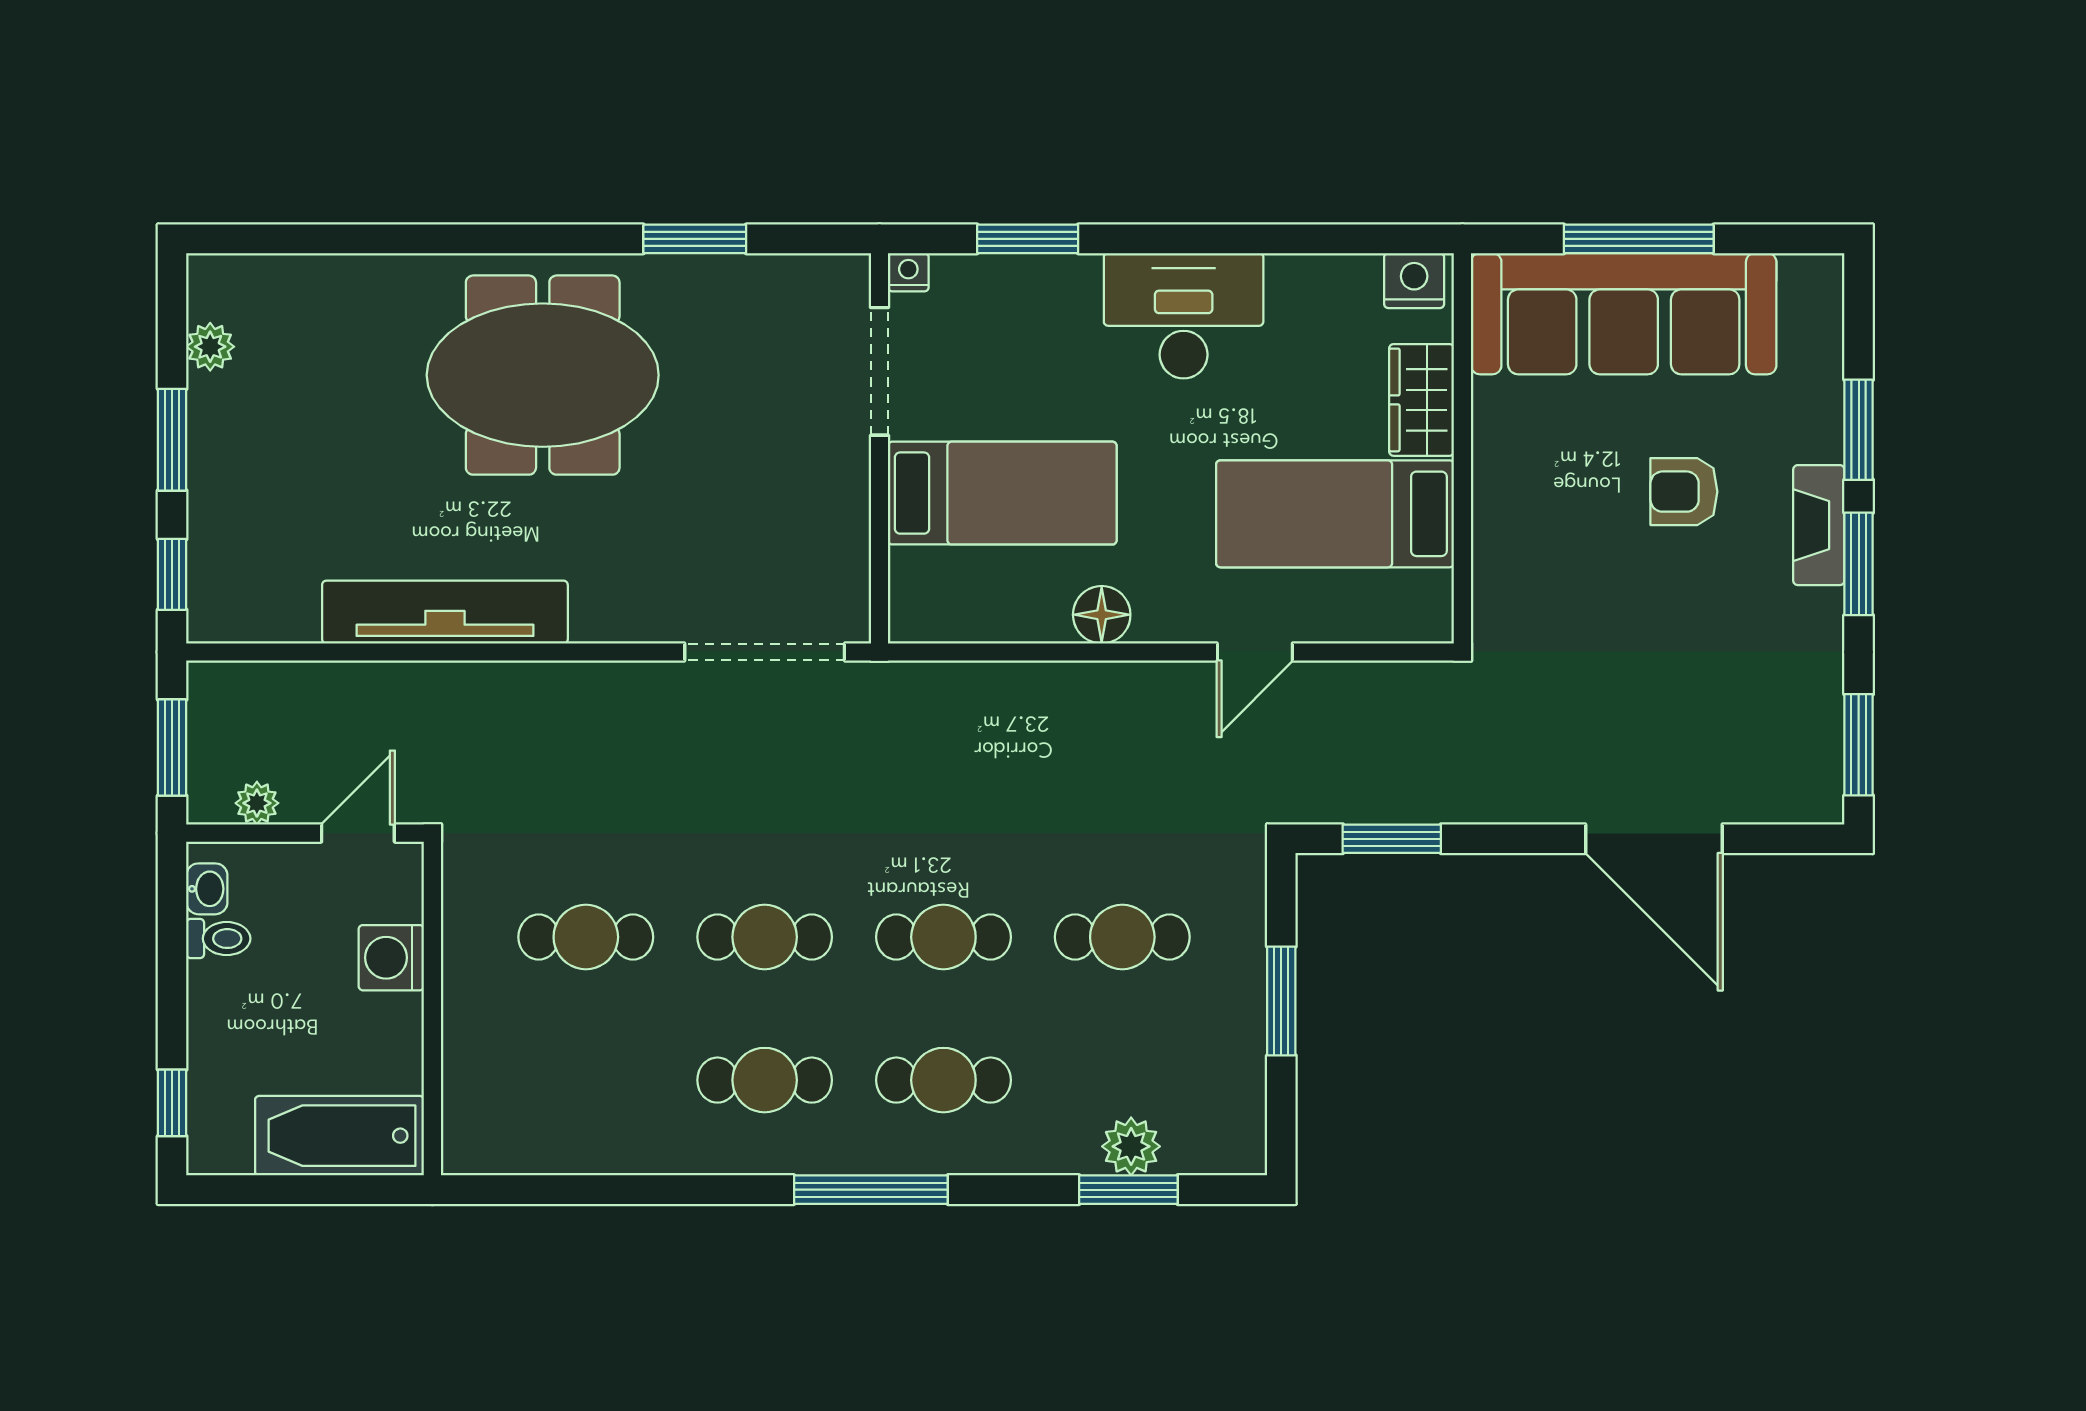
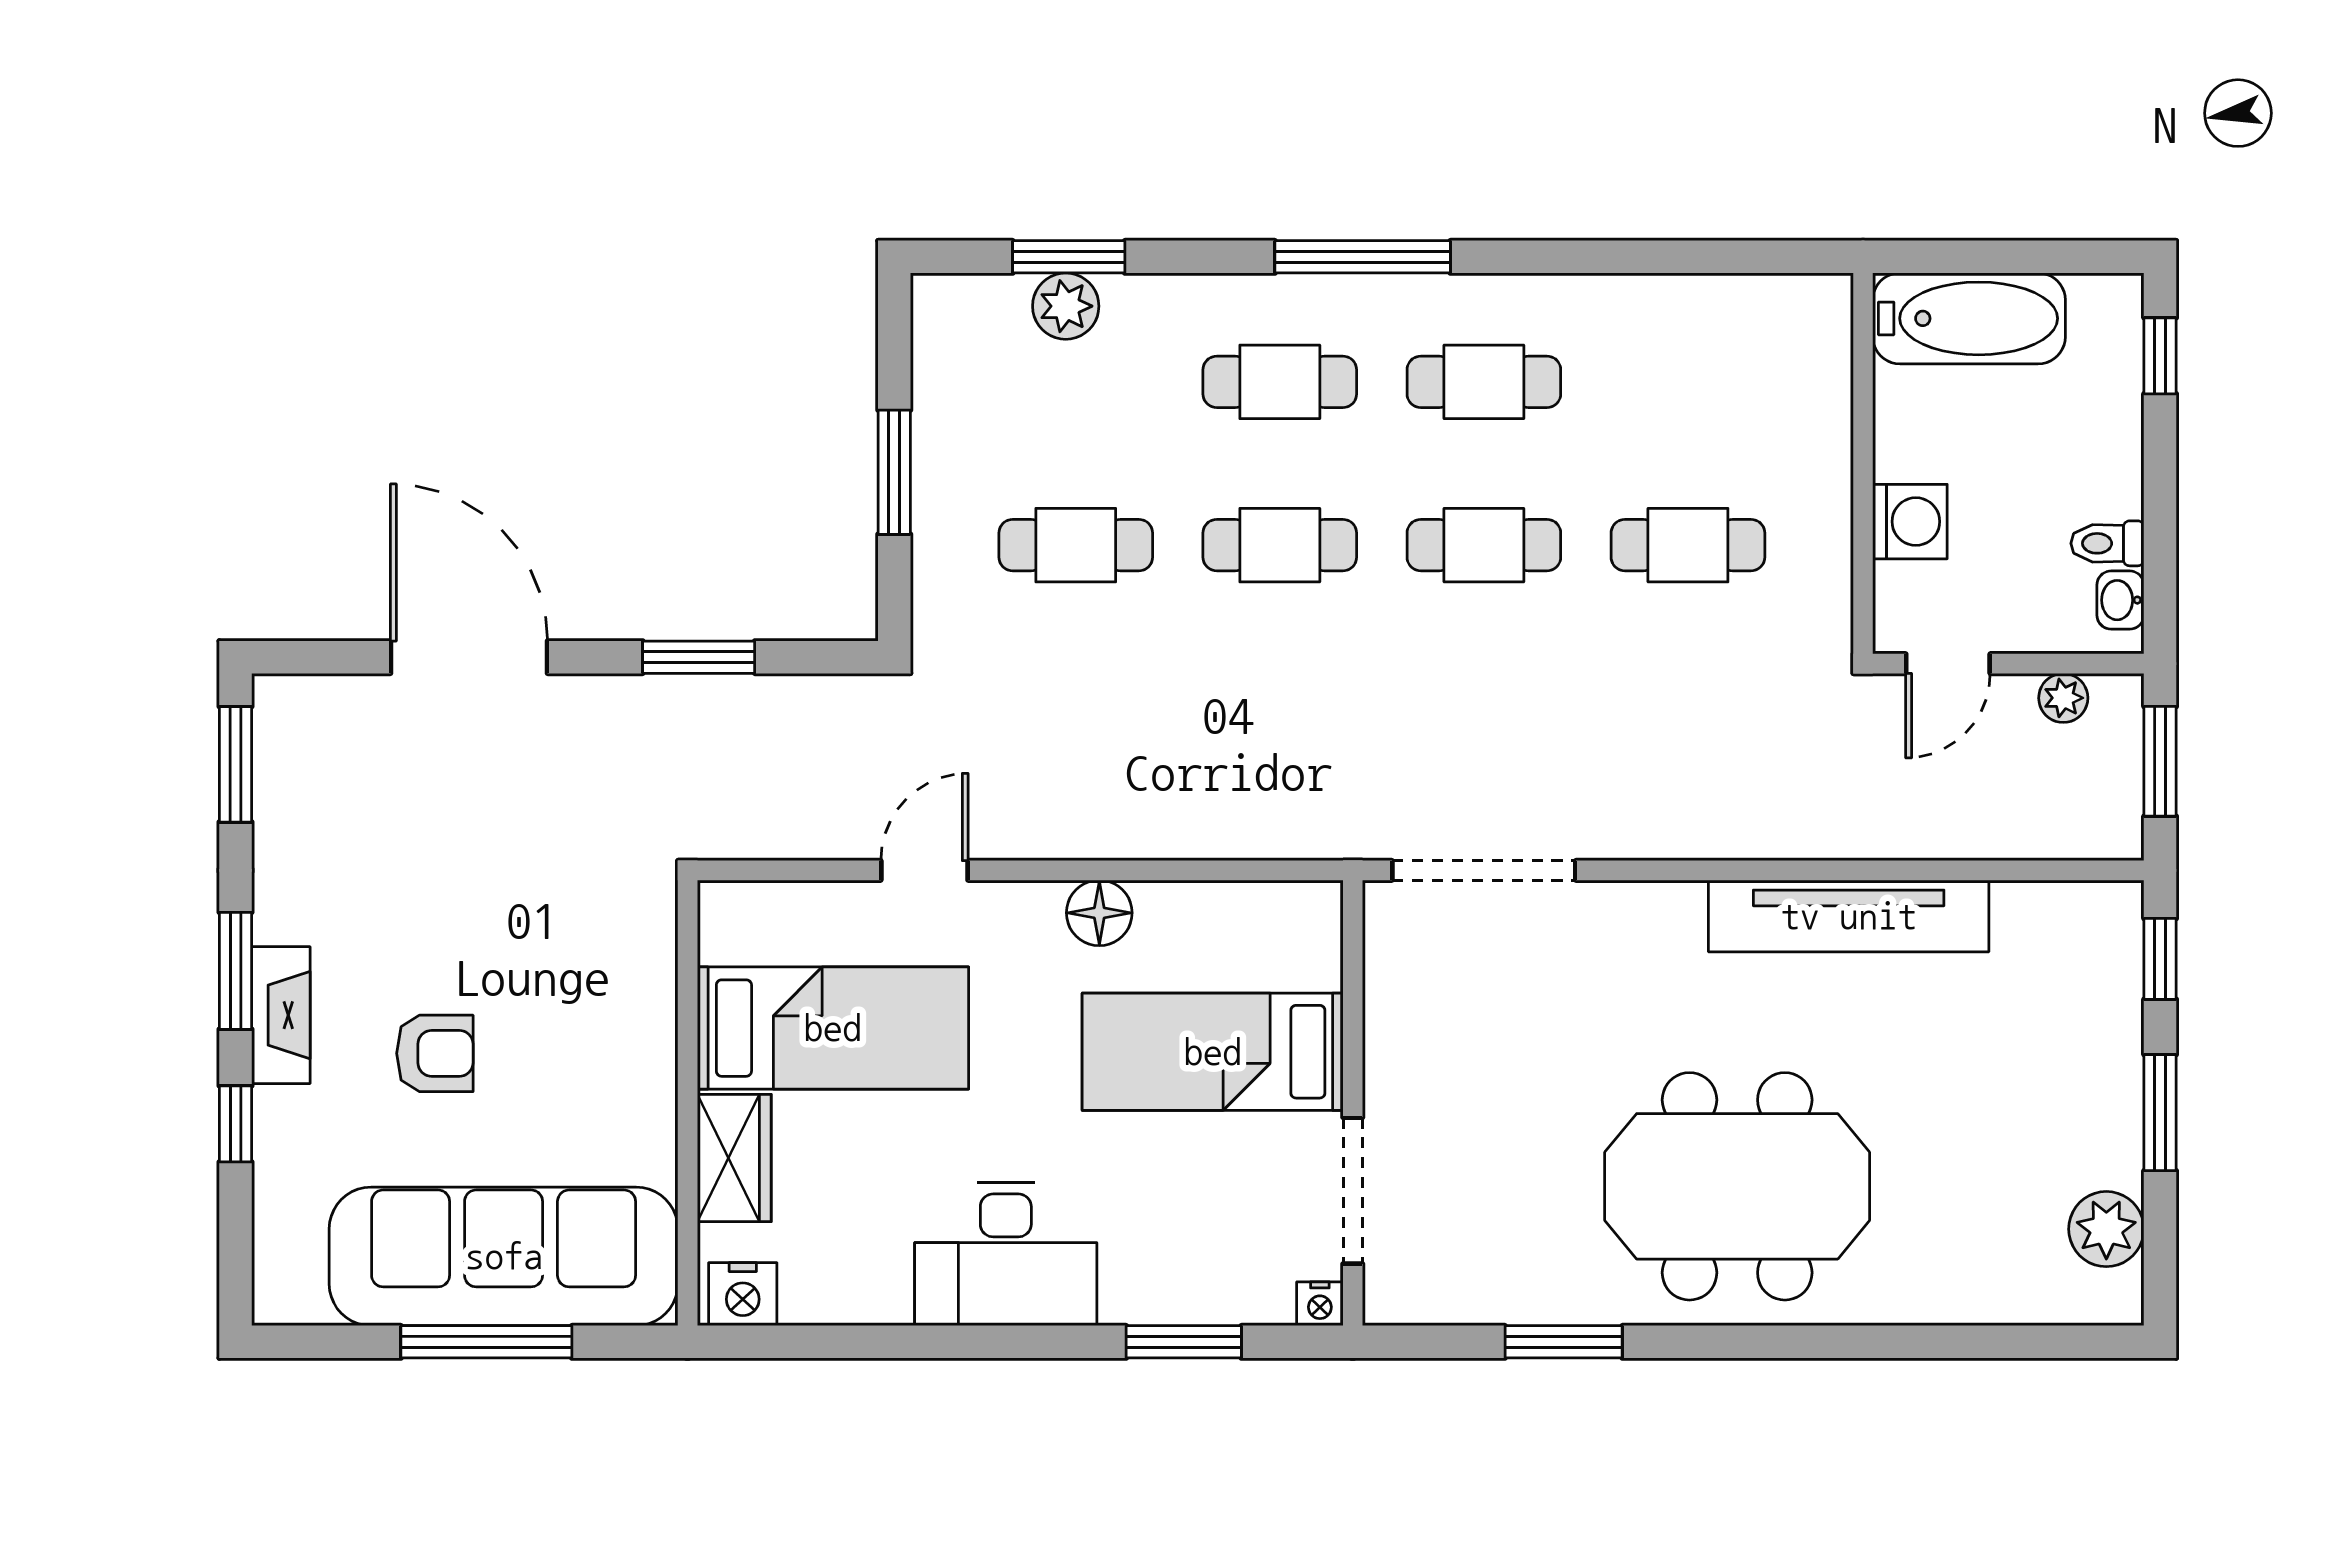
plant: (210, 347) -> (2106, 1229), width x1.38, depth x1.38
window: (1859, 430) -> (236, 1124), width x0.67
window: (1392, 839) -> (699, 657), moved

